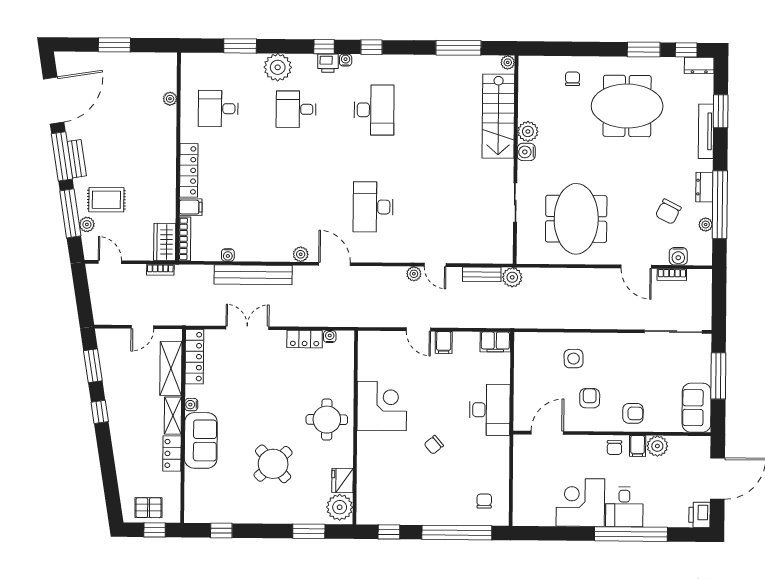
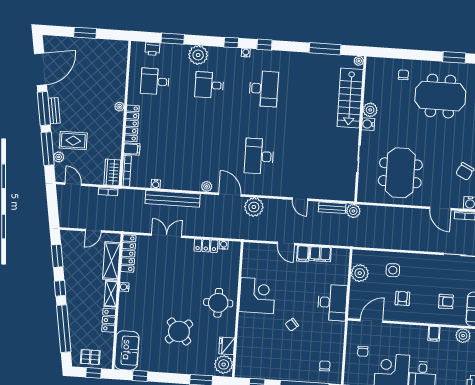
printer: (328, 63) -> (152, 49), moved
plant: (170, 99) -> (119, 107), moved
plant: (414, 274) -> (254, 207), moved, width x1.88, depth x1.88
filing cabinet: (495, 342) -> (320, 254), moved
plant: (526, 366) -> (360, 273), added
armchair: (633, 413) -> (446, 302), moved
sofa: (201, 440) -> (127, 350), moved
plant: (657, 446) -> (463, 336), moved
chair: (614, 448) -> (363, 351), moved
window: (108, 469) -> (64, 329), added

